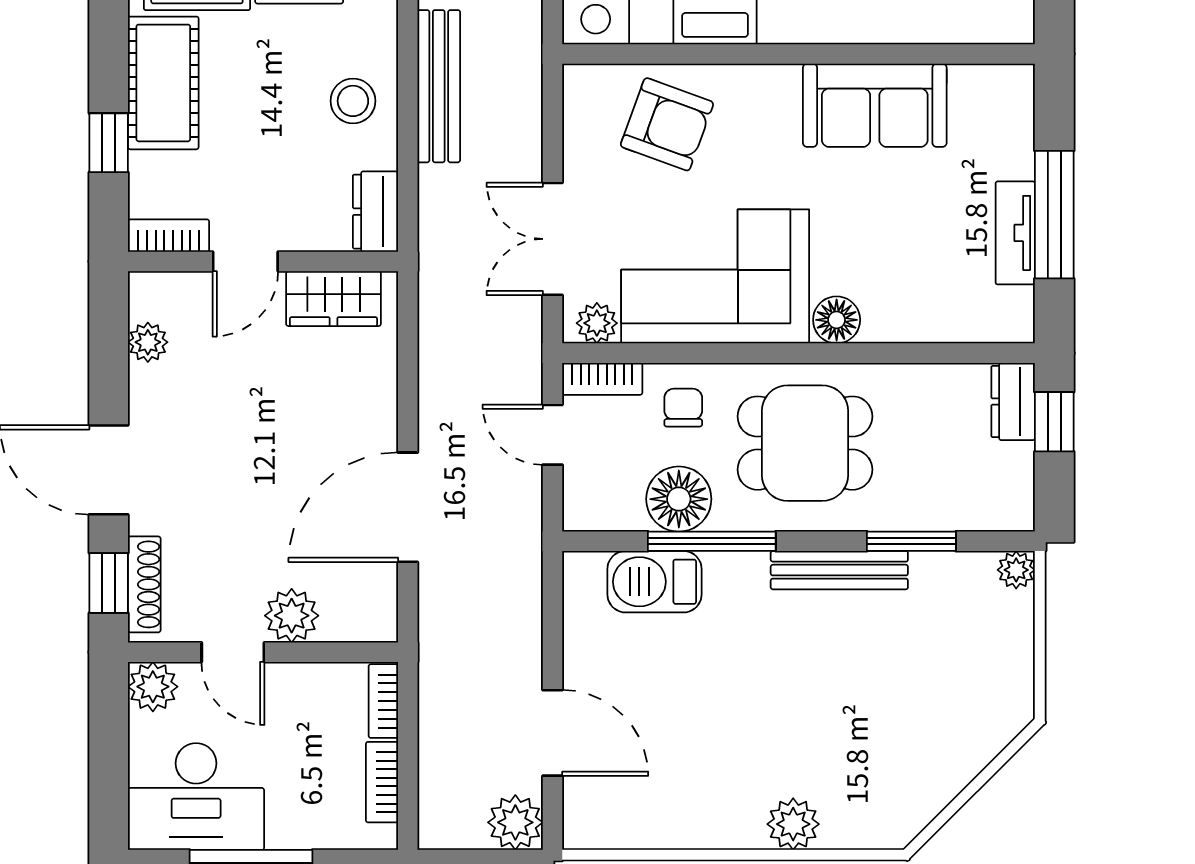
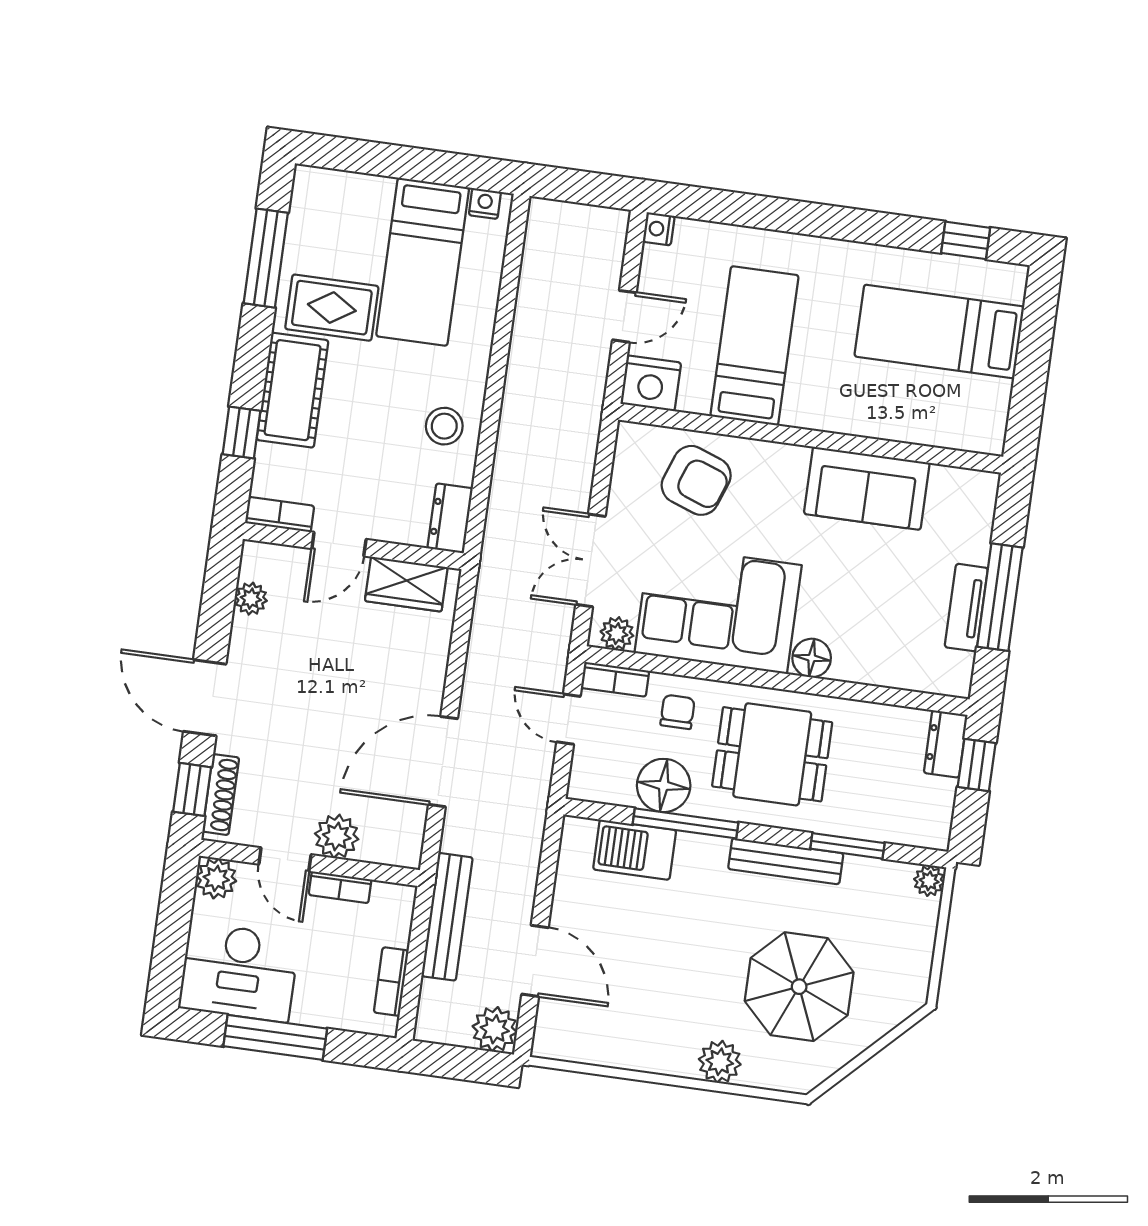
bench: (439, 86) -> (447, 917), moved
bookcase: (383, 701) -> (340, 887), moved, turned -90
parasol: (877, 720) -> (799, 987), added

